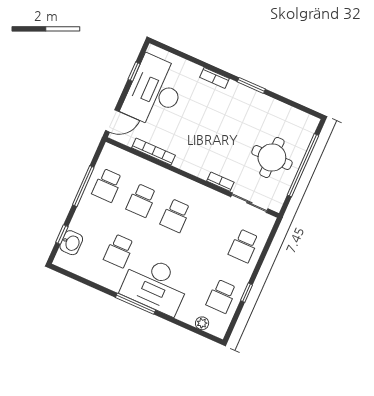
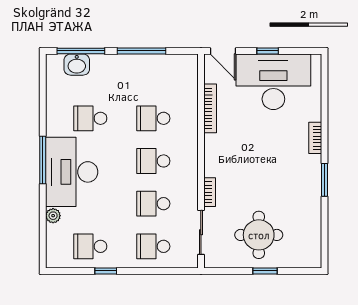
window: (134, 72) -> (268, 51), moved
window: (303, 165) -> (265, 271), width x0.32
school desk: (107, 185) -> (153, 204), moved
window: (62, 235) -> (81, 51), width x2.17
plant: (202, 323) -> (53, 216), moved

